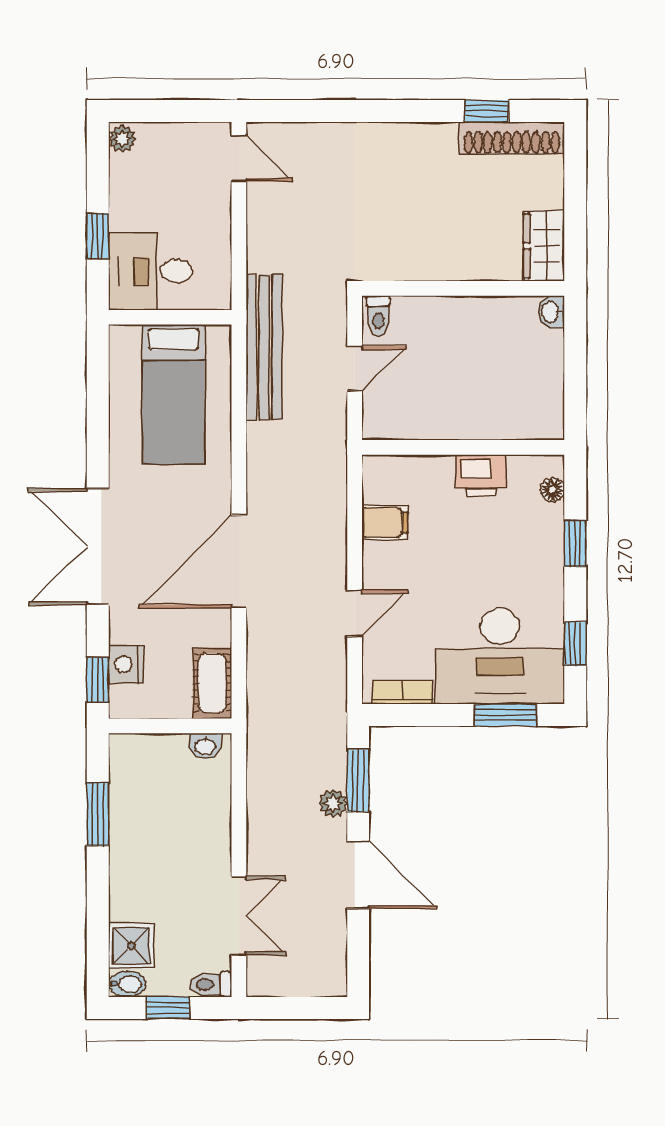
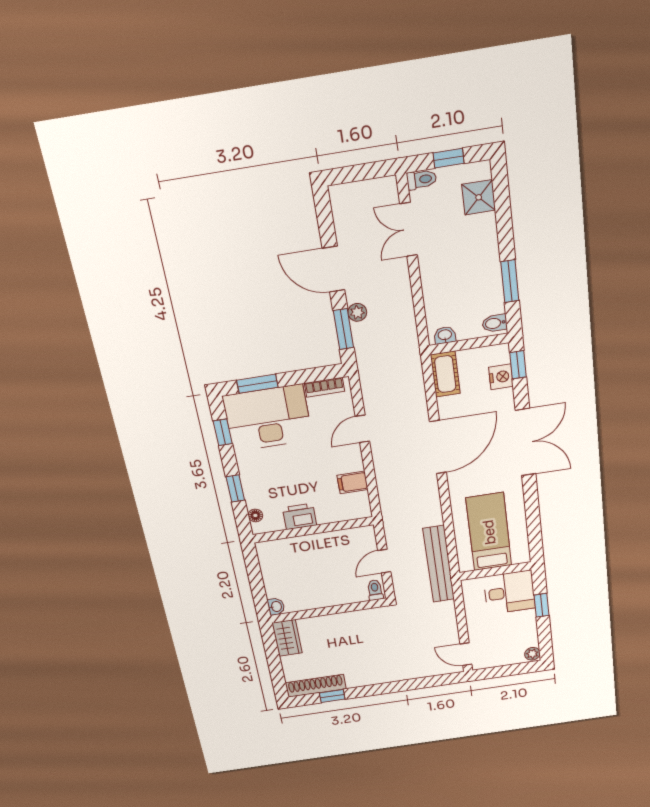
bidet: (127, 984) -> (495, 323), moved

